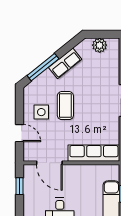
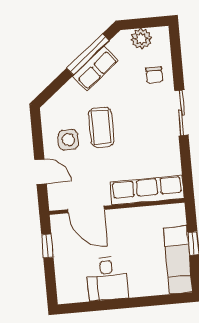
window: (43, 67) -> (88, 54), moved
chair: (106, 72) -> (154, 75), added

